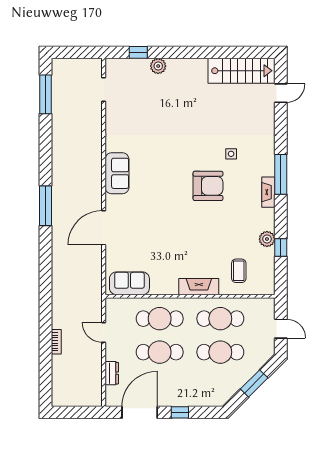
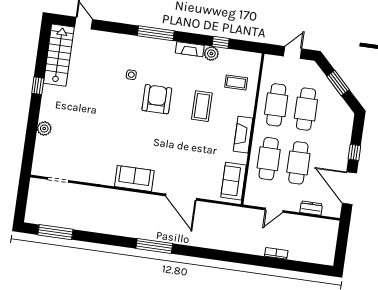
window: (138, 52) -> (38, 86), moved
fireplace: (268, 192) -> (190, 49), moved
coffee table: (207, 237) -> (202, 106), added
fireplace: (199, 287) -> (243, 135), moved

